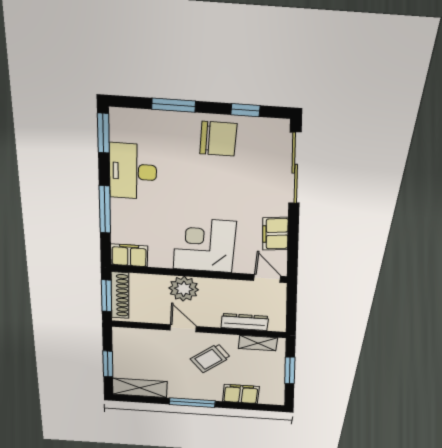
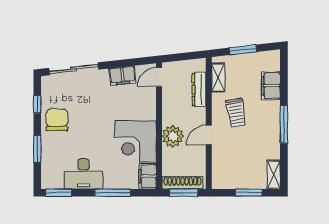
corner desk: (204, 245) -> (135, 141), moved
trolley: (210, 358) -> (236, 113), turned 31
shelving: (140, 388) -> (274, 175), width x0.67, depth x0.75

